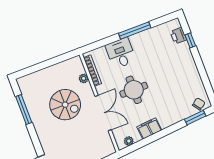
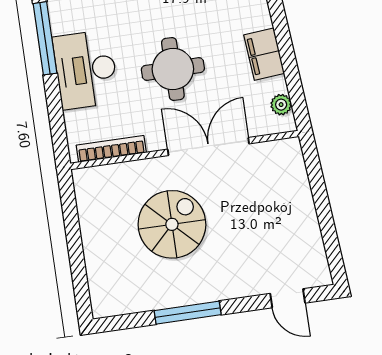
desk: (121, 53) -> (86, 70), width x1.37
plant: (84, 78) -> (124, 172), removed
window: (24, 109) -> (188, 313), moved

